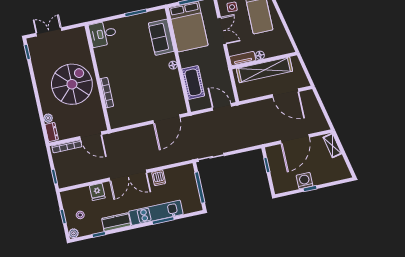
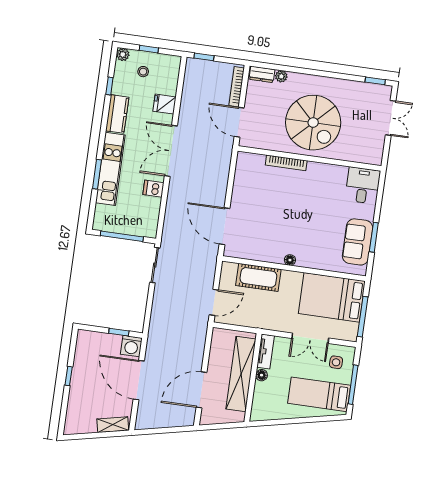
sofa: (161, 37) -> (358, 242), moved, turned -90
door: (91, 136) -> (239, 122), hinge flipped
washing machine: (304, 181) -> (131, 346), moved, turned 90

